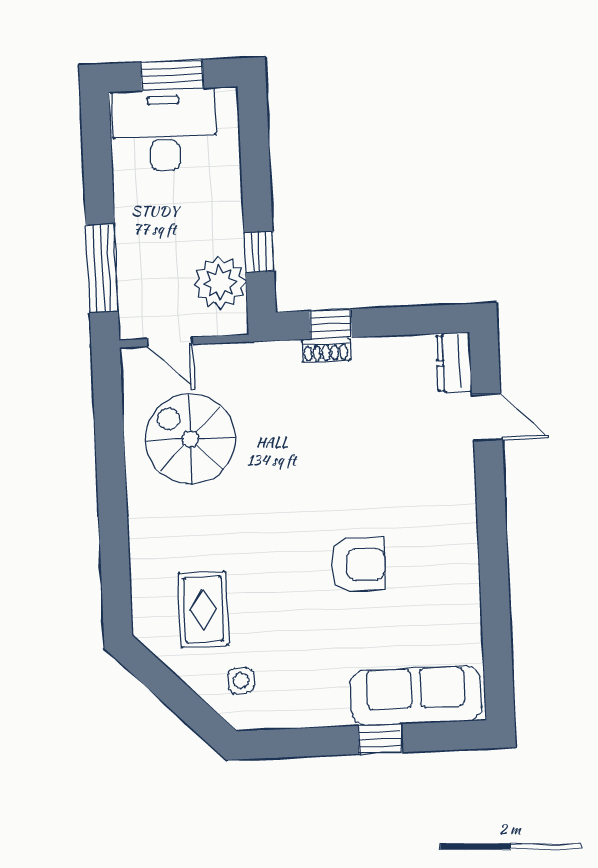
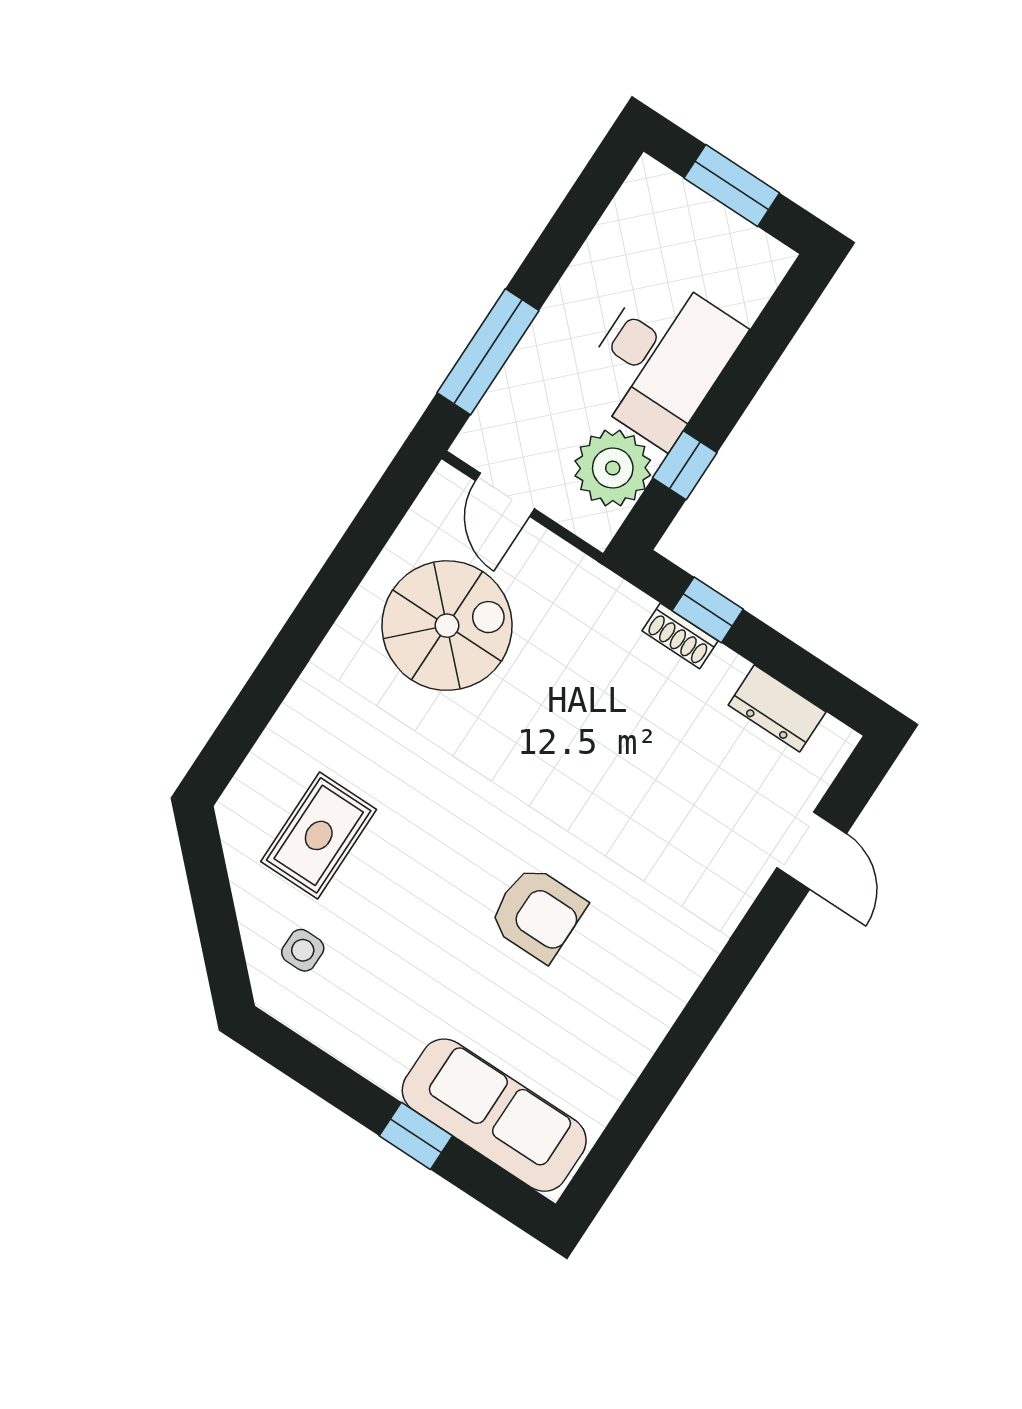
desk: (164, 130) -> (660, 359), moved, turned 90
dresser: (454, 363) -> (777, 708), moved, turned -90
spiral stairs: (190, 439) -> (447, 626), turned 90

